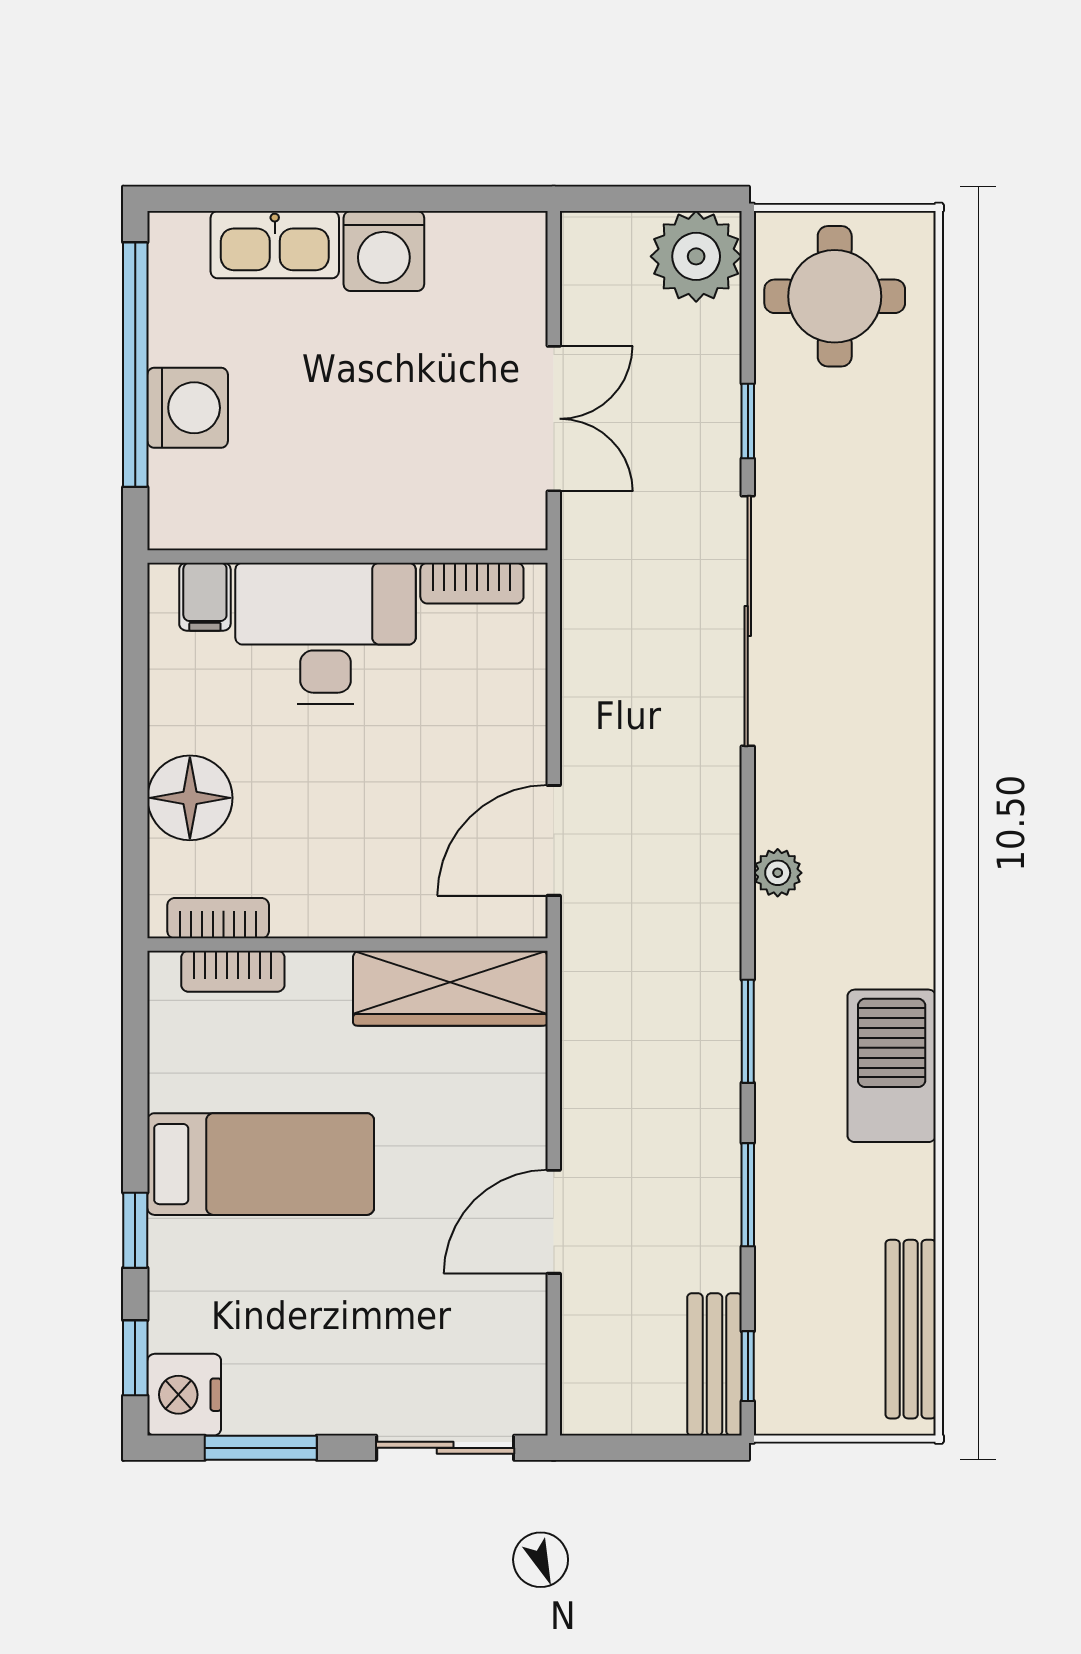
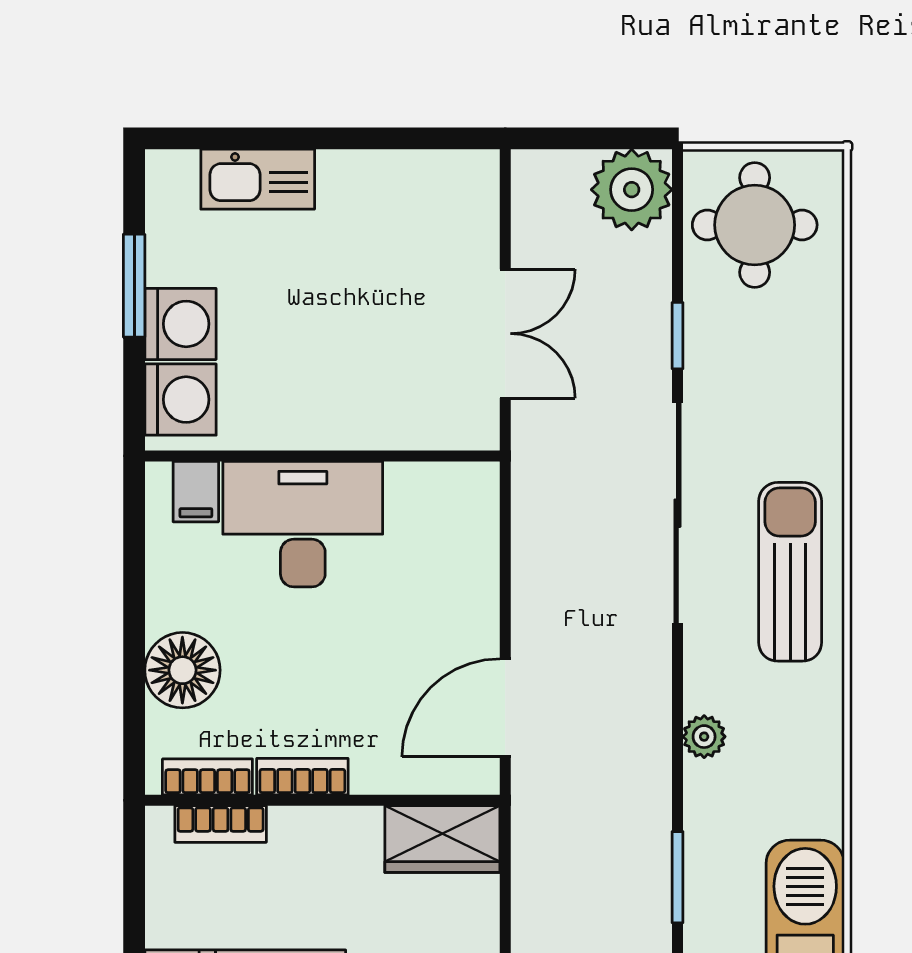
washing machine: (384, 251) -> (180, 400), moved, turned -90
window: (135, 365) -> (134, 286), width x0.47
bookcase: (472, 583) -> (302, 777), moved, turned 180
sun lounger: (875, 687) -> (790, 572), added
wardrobe: (450, 988) -> (442, 839), width x0.67

